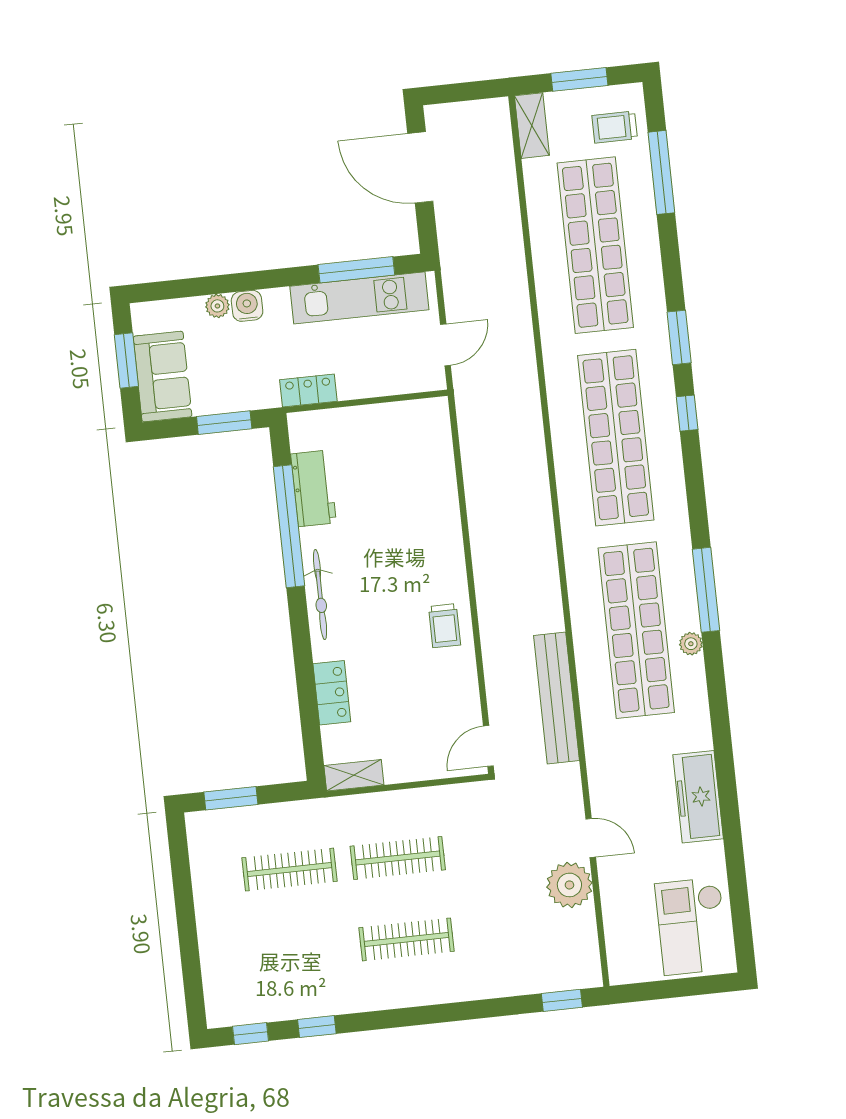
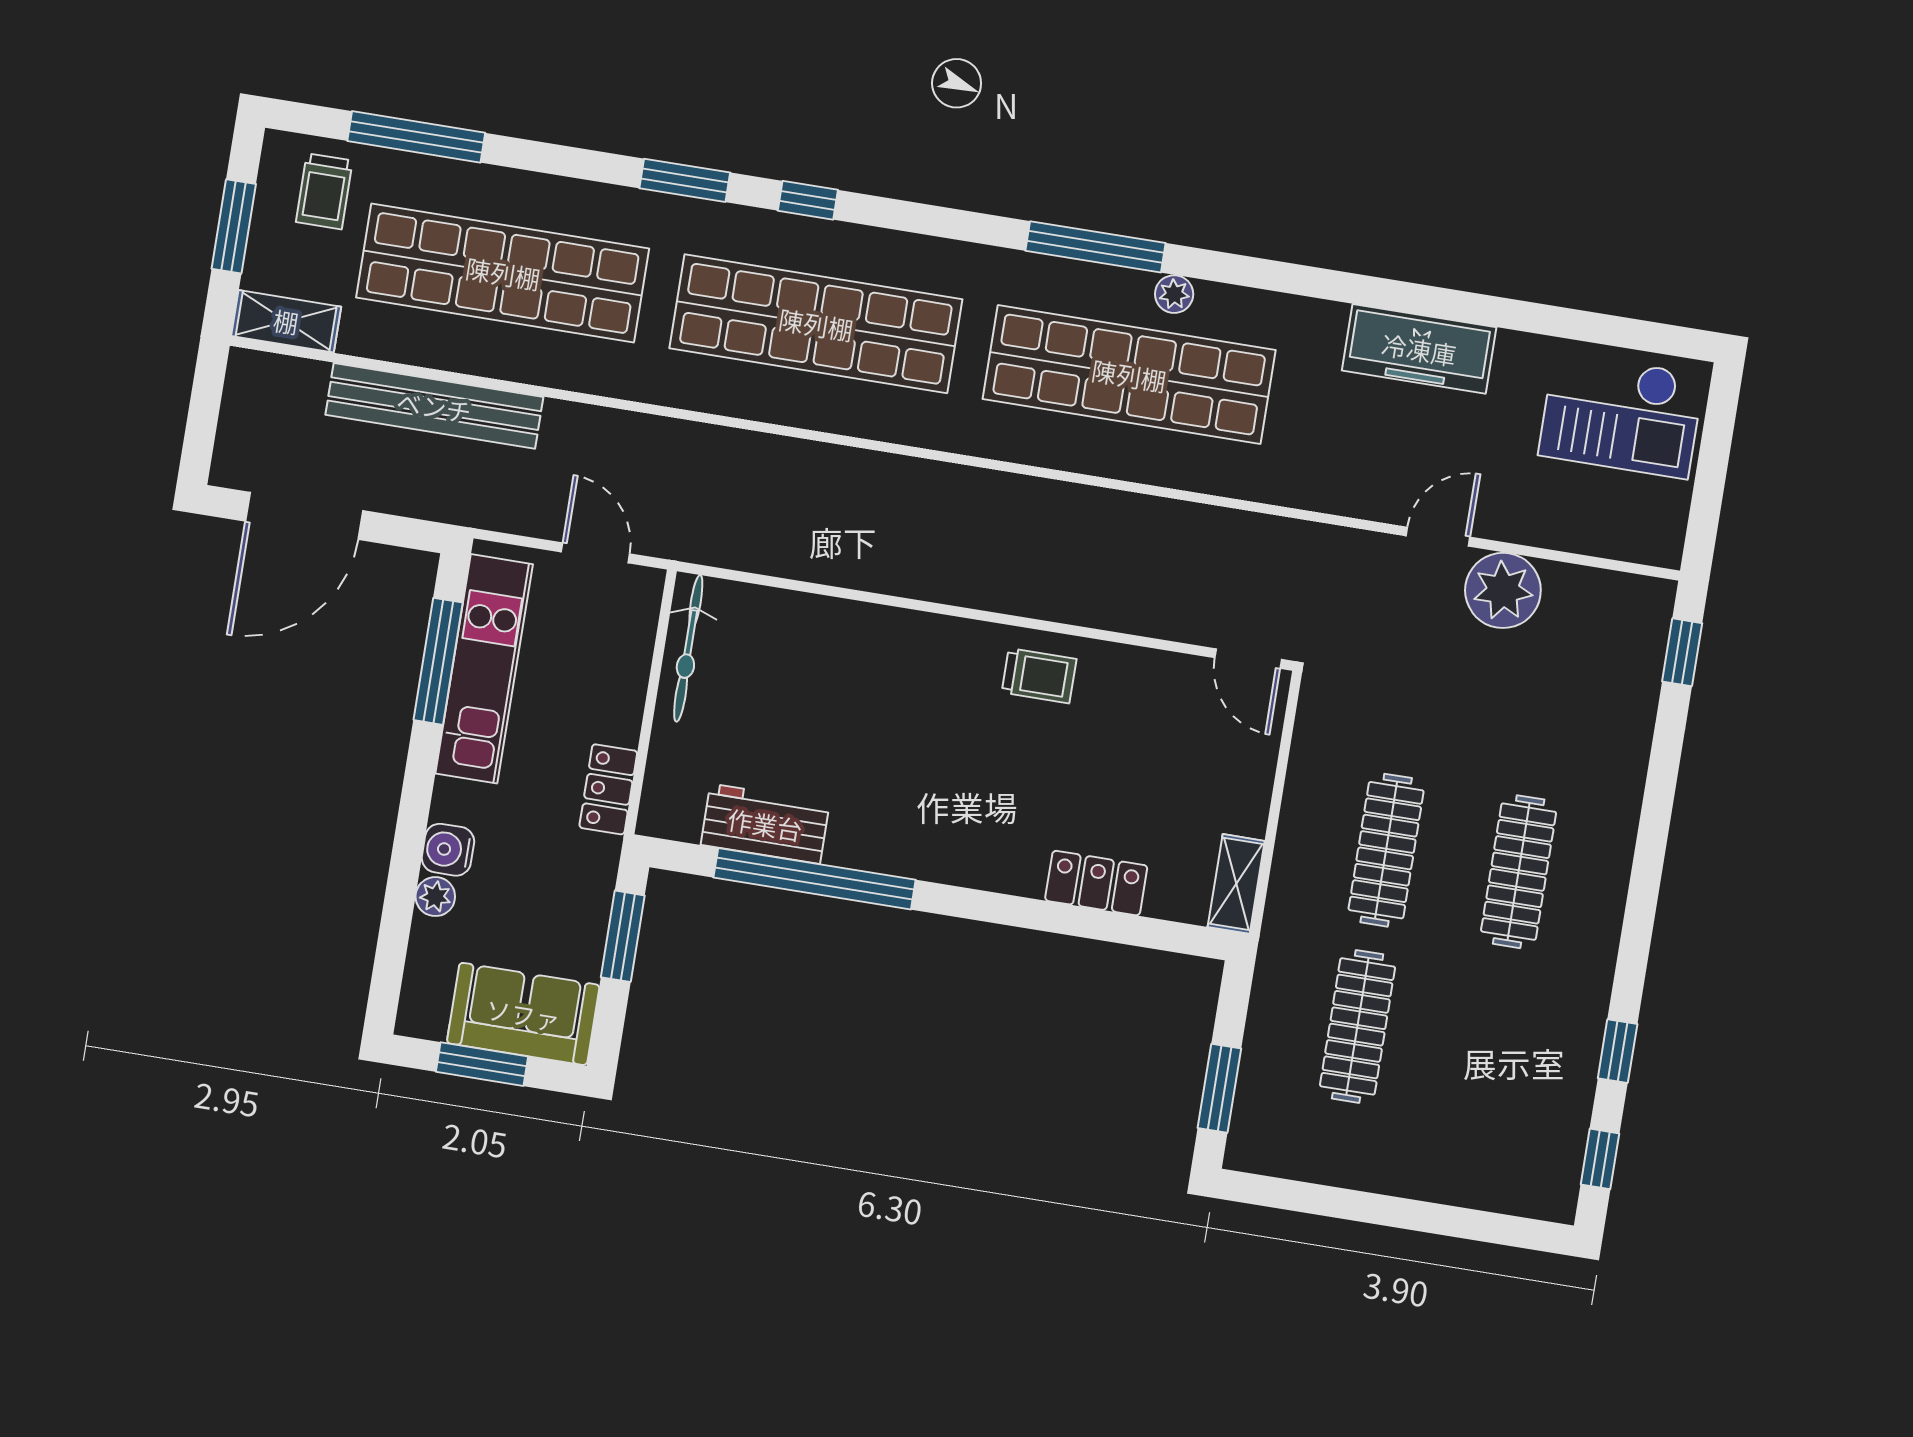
bicycle: (320, 595) -> (688, 648), moved, turned 90
bench: (556, 698) -> (434, 406), moved

